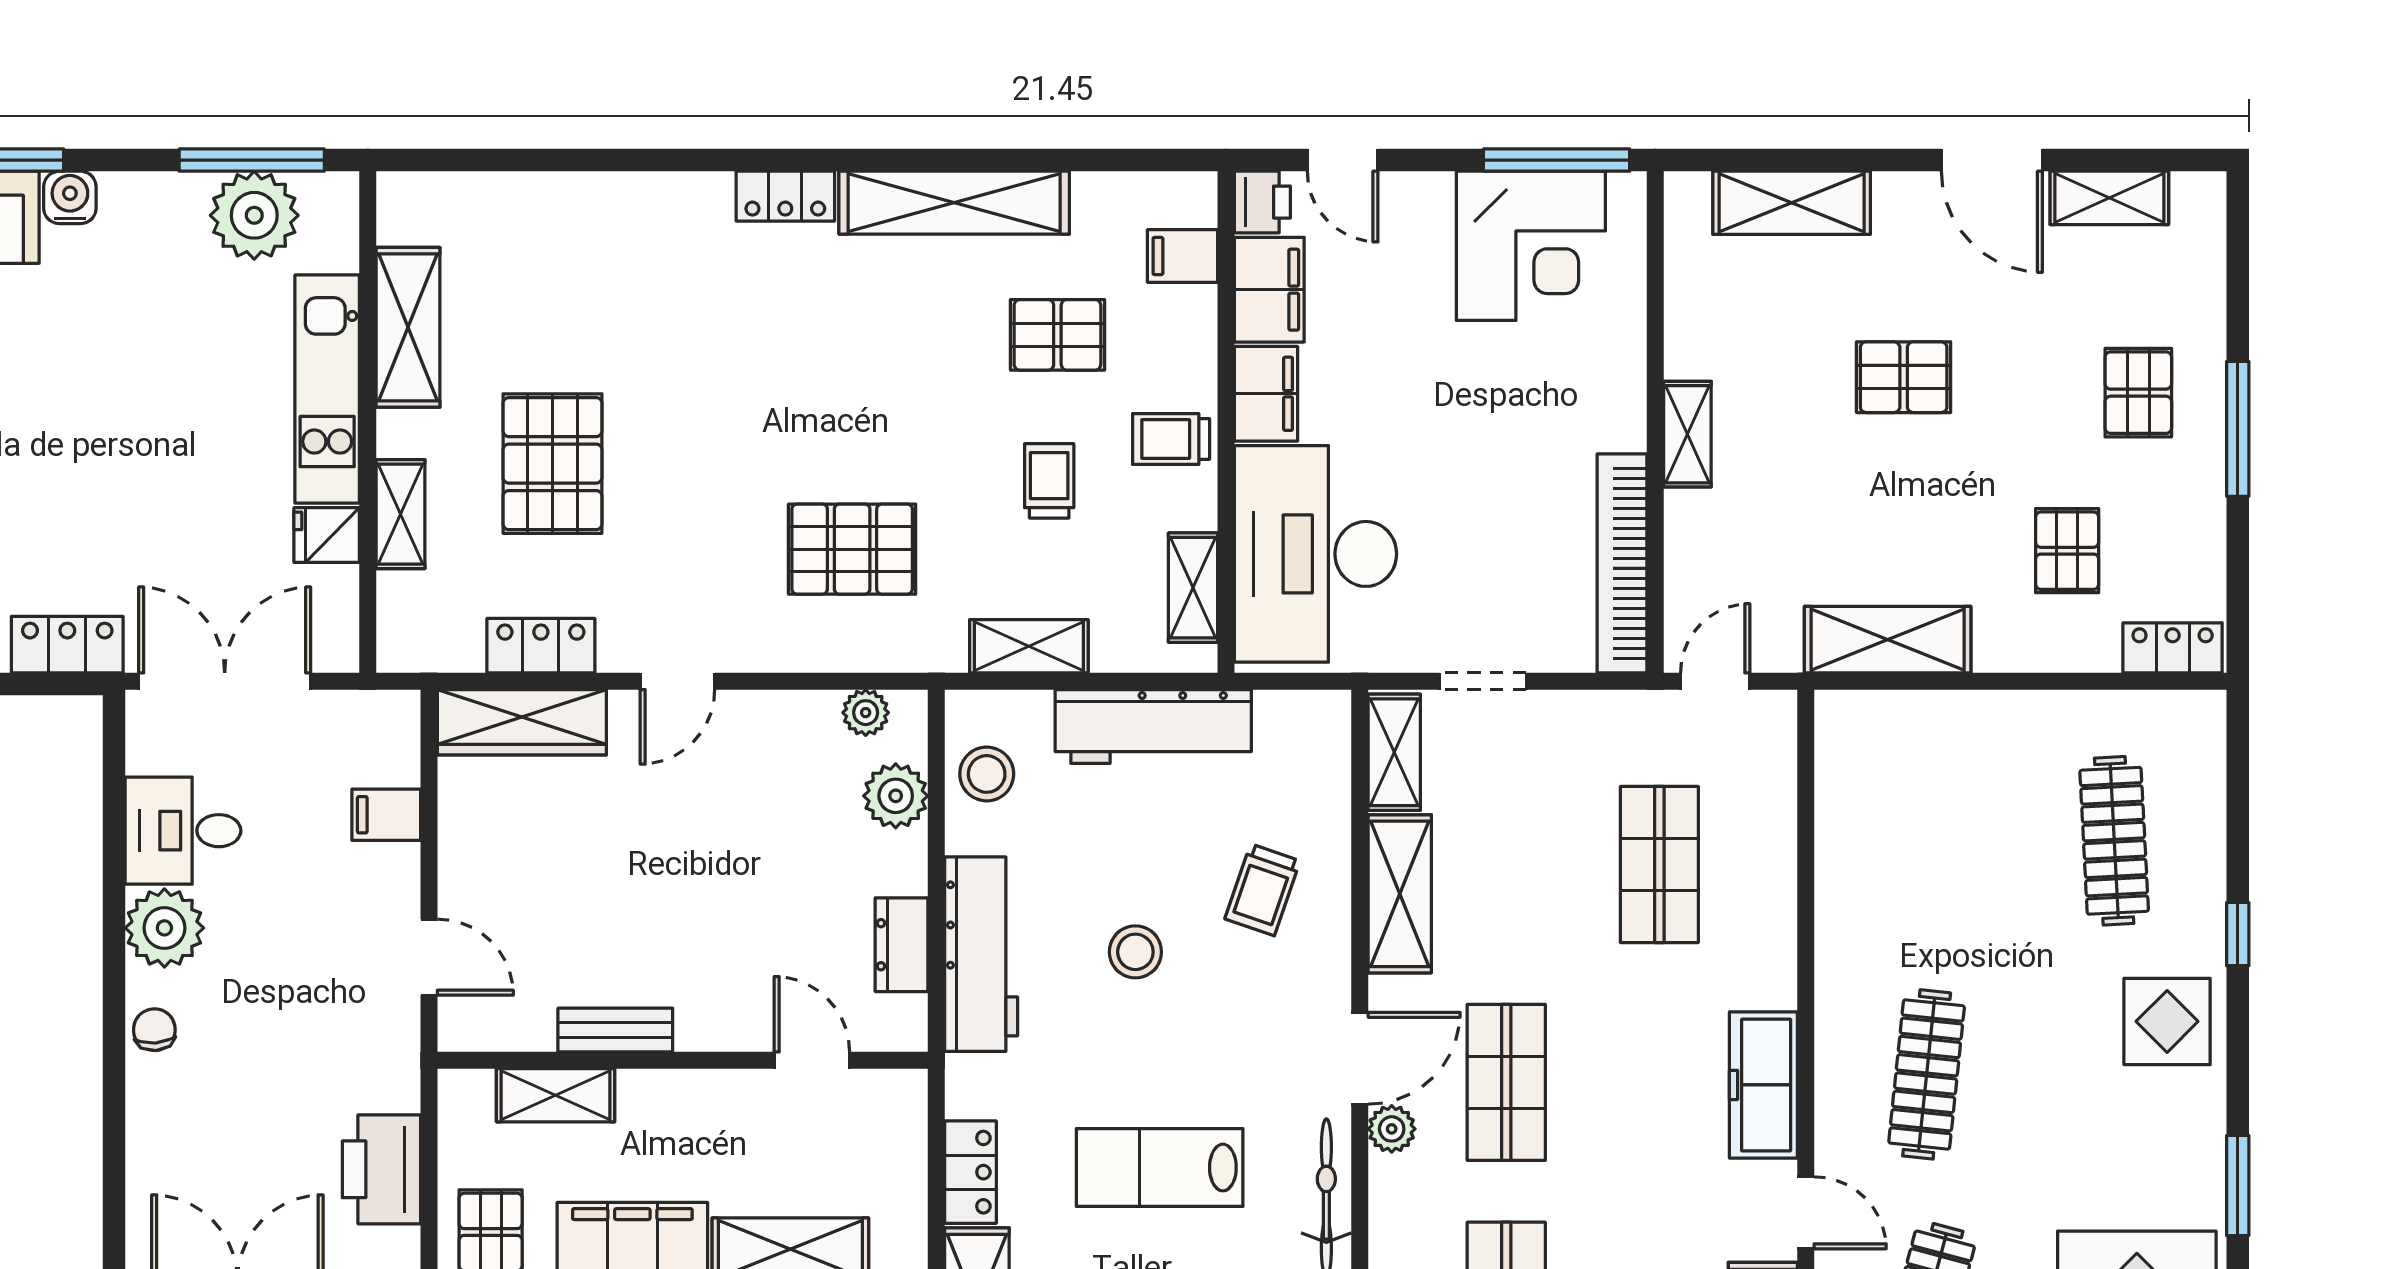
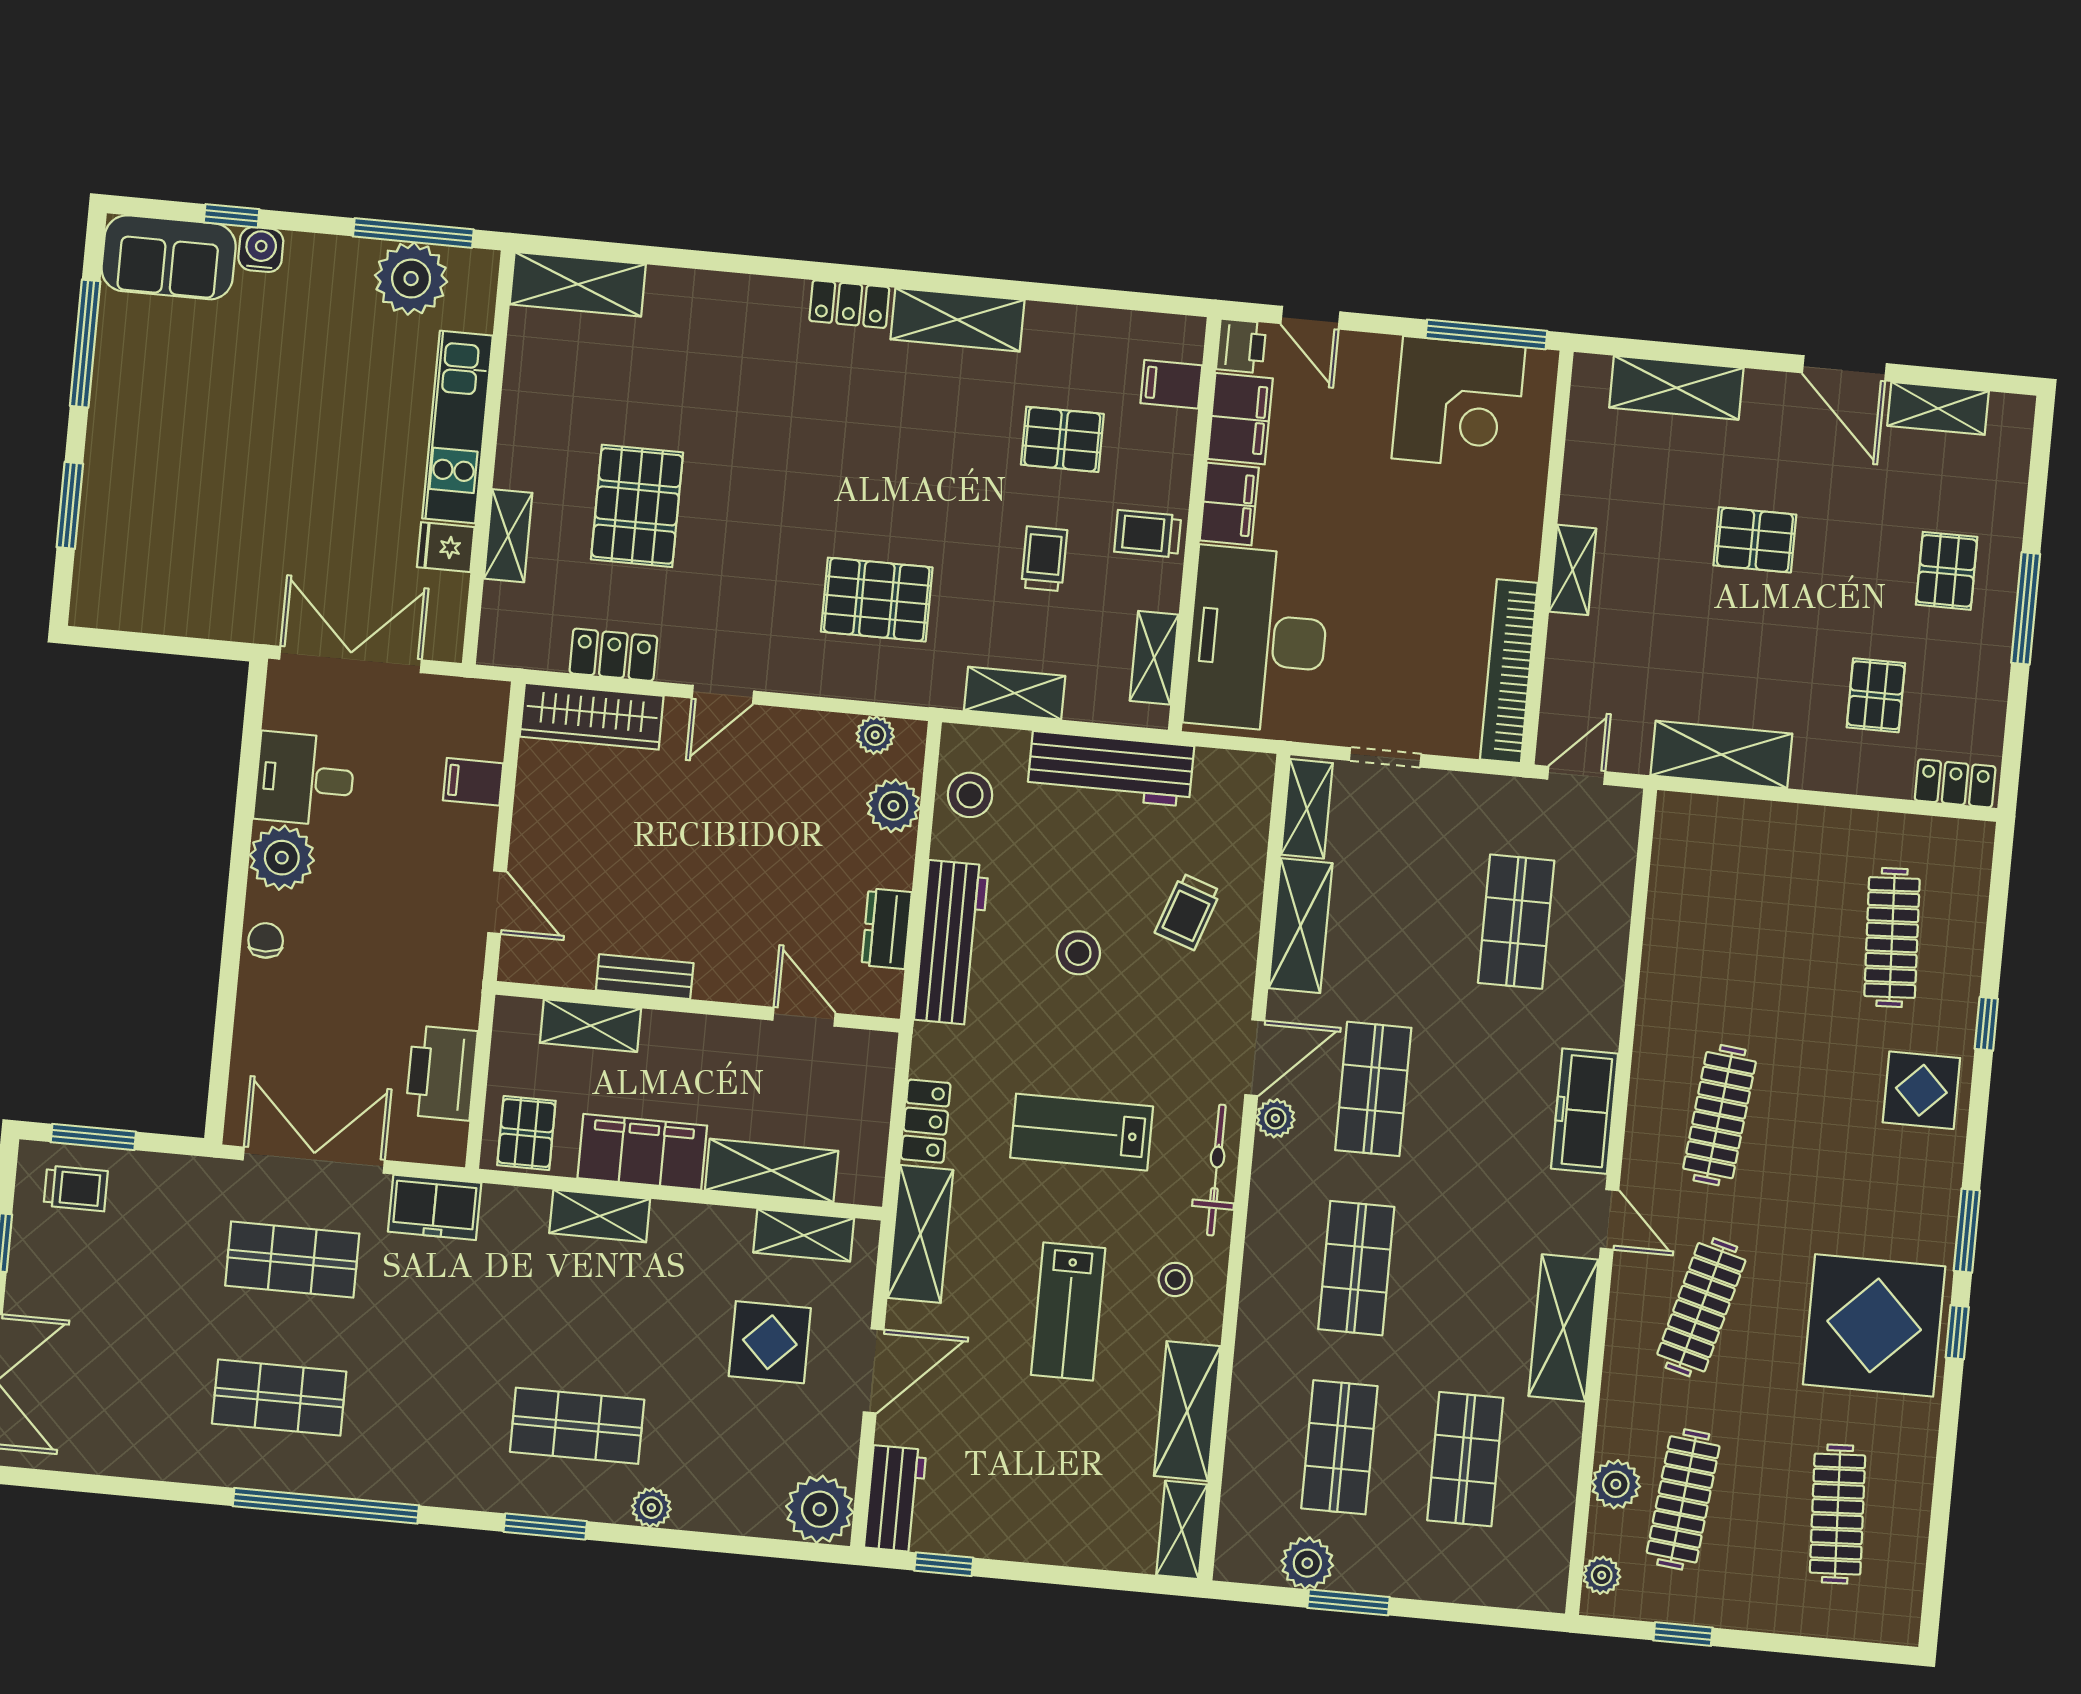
shelving: (954, 203) -> (958, 320), width x0.68
shelving: (408, 327) -> (578, 284), moved, turned 90
locker: (67, 645) -> (224, 617), removed

